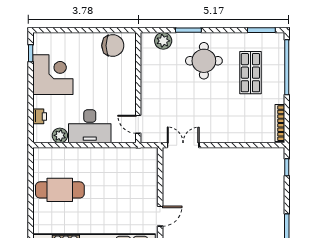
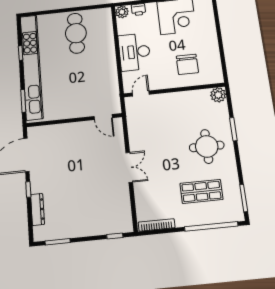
plant: (163, 41) -> (218, 95), moved
chair: (113, 46) -> (187, 64), moved
plant: (60, 135) -> (122, 12), moved
double door: (183, 145) -> (129, 167), moved
door: (160, 216) -> (103, 117), moved

